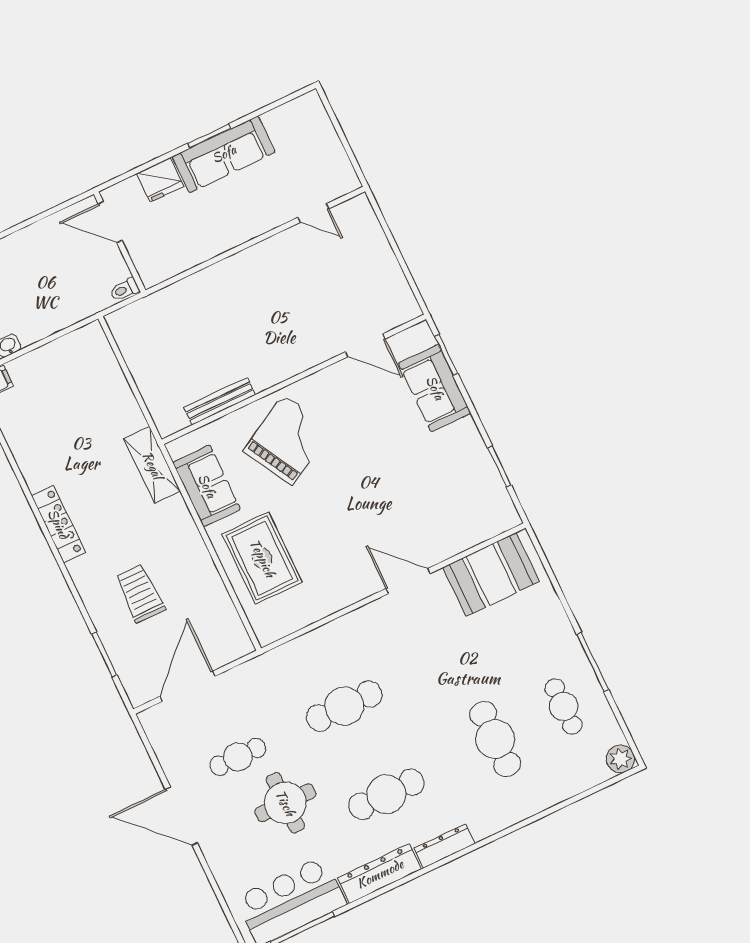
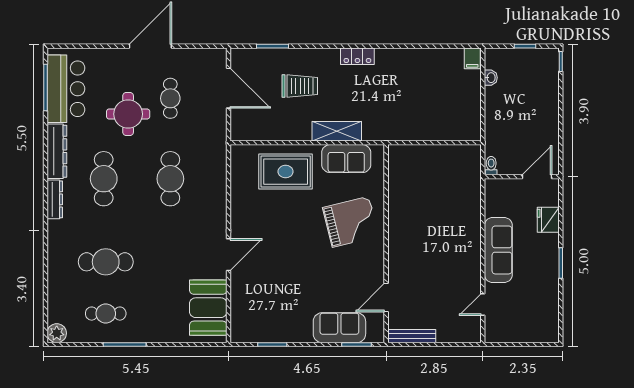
sofa: (224, 154) -> (498, 250), moved, turned 180
bench: (220, 401) -> (412, 336), moved, turned 90
grand piano: (287, 440) -> (351, 222), turned -75
shelving: (152, 465) -> (337, 131), moved
locker: (58, 524) -> (357, 56), width x0.66

